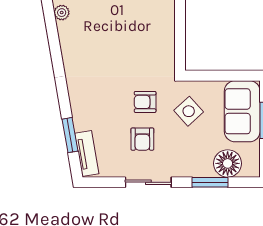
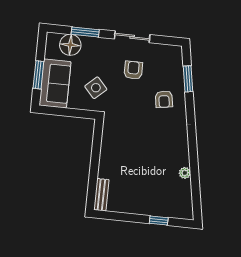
armchair: (145, 102) -> (164, 99), moved, turned 81
tv unit: (87, 154) -> (177, 64), removed

